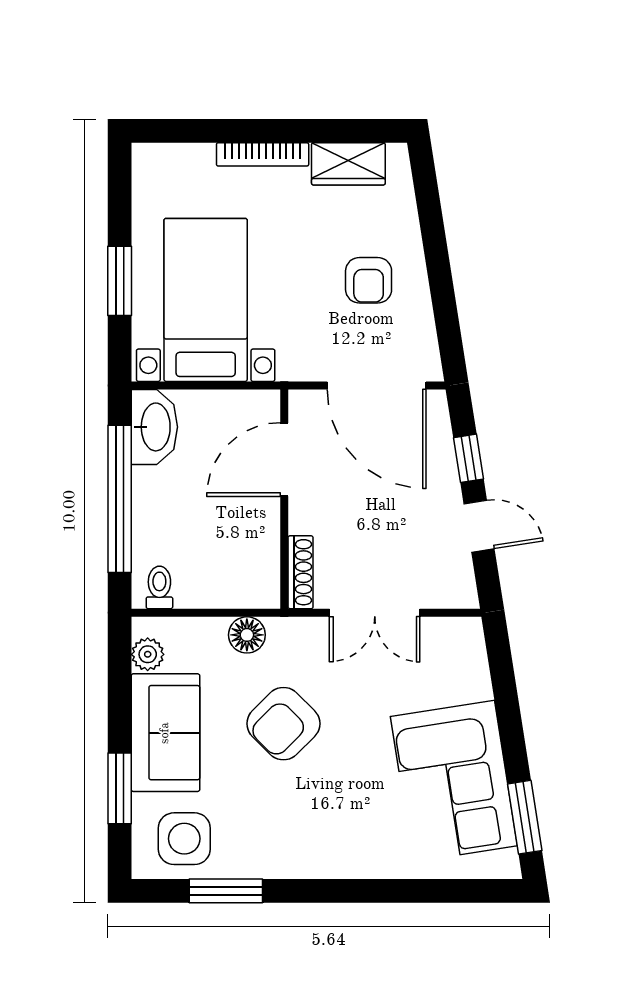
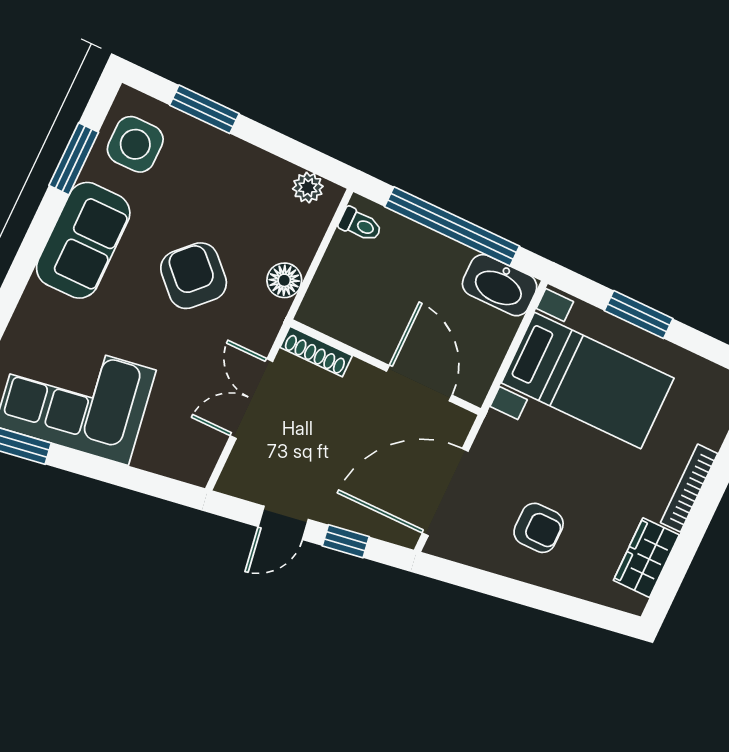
armchair: (369, 280) -> (539, 528), turned 180
sofa: (165, 733) -> (83, 240), moved, turned -90

